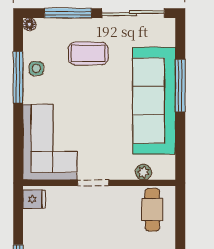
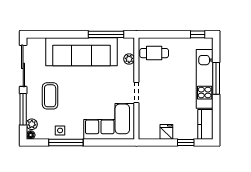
plant: (46, 26) -> (32, 124), added
window: (180, 86) -> (106, 34), moved
fridge: (34, 199) -> (166, 132), moved

